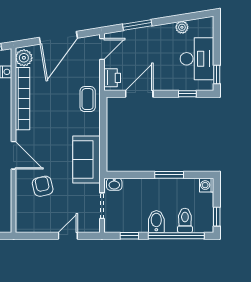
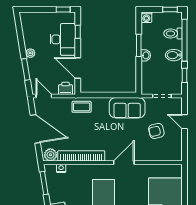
plant: (182, 27) -> (30, 53), moved
desk: (197, 59) -> (63, 39), moved, turned 90
washbasin: (114, 184) -> (146, 55), moved
armchair: (43, 186) -> (156, 131), moved

